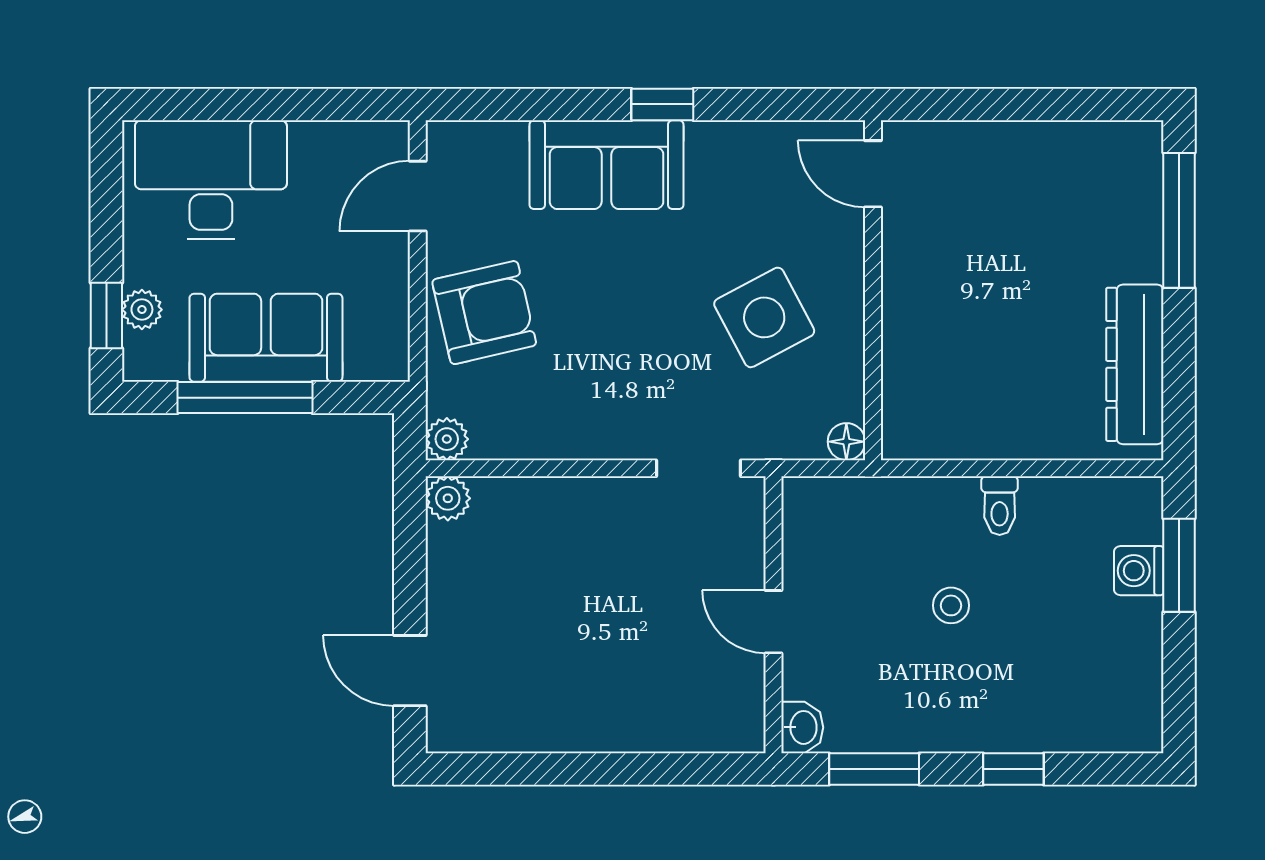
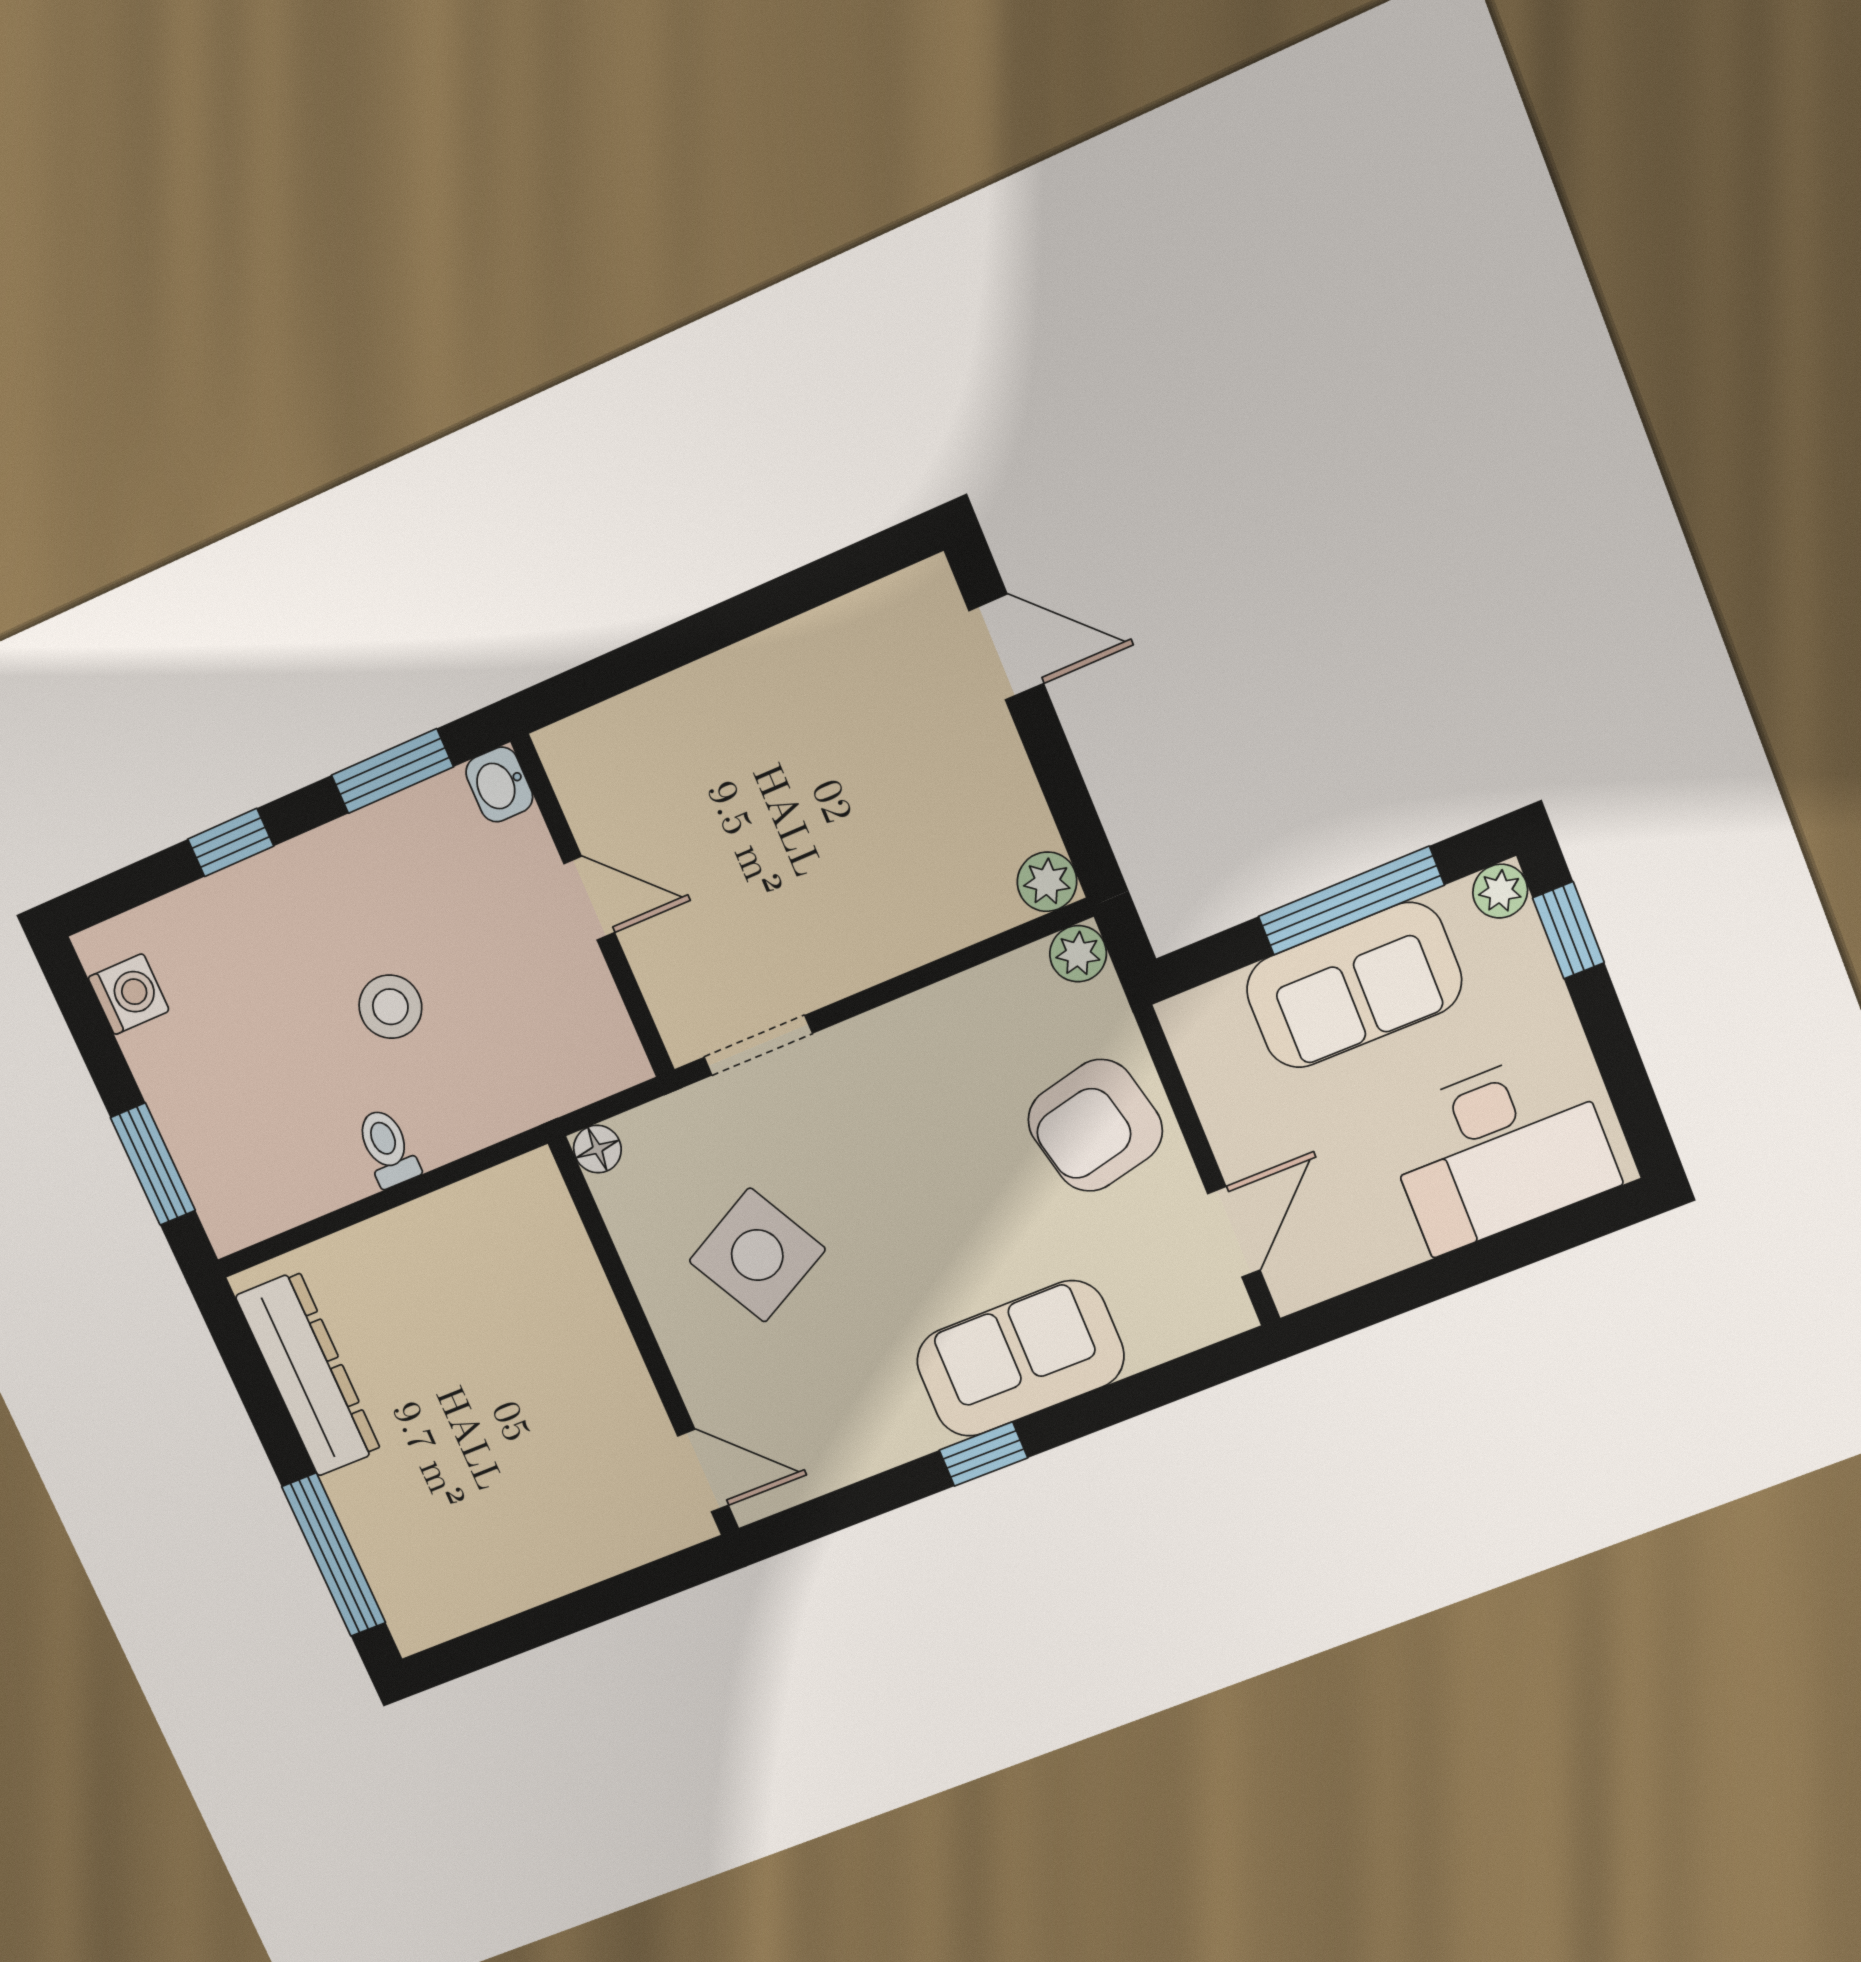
plant: (142, 310) -> (1500, 891), moved
washing machine: (1139, 571) -> (129, 994), moved
stool: (951, 605) -> (390, 1007), width x1.37, depth x1.37

